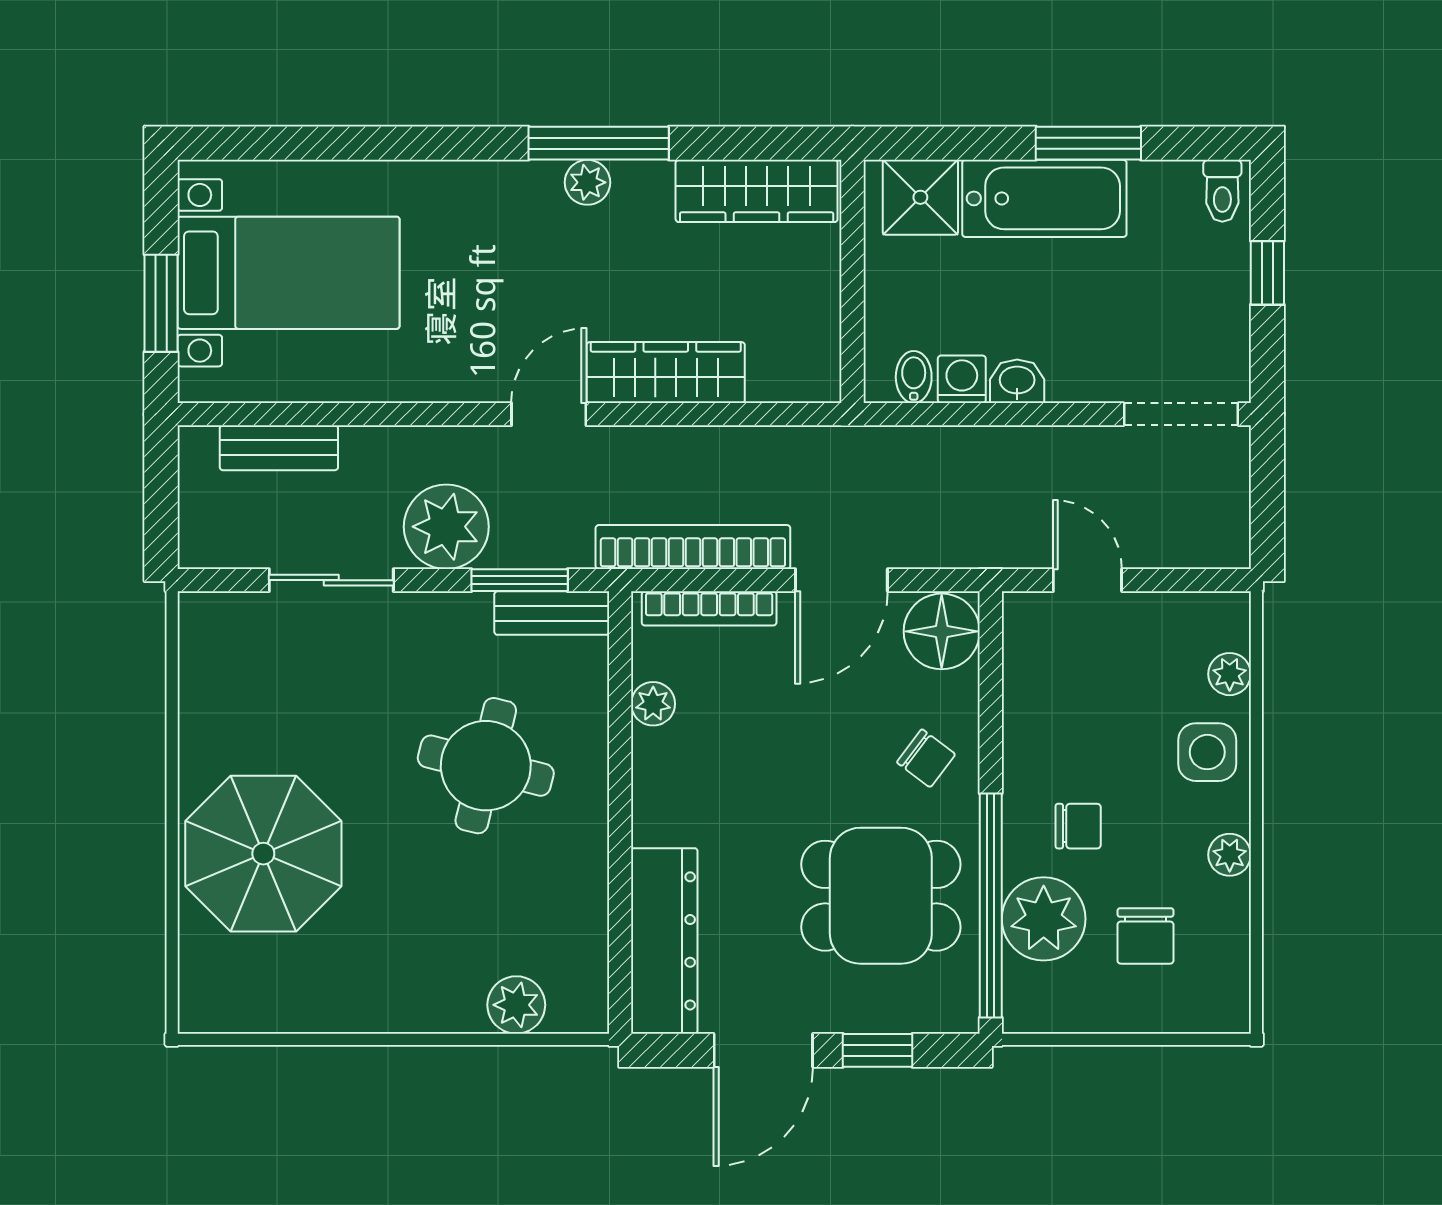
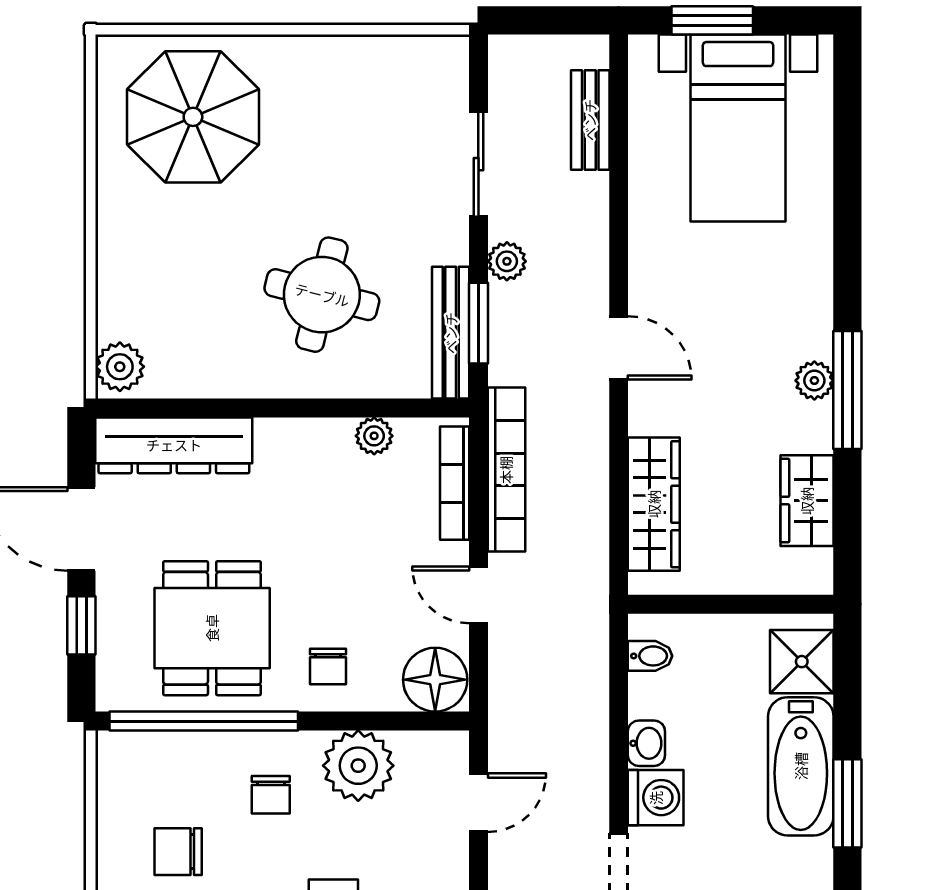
wardrobe: (757, 191) -> (807, 501), width x0.67
wardrobe: (666, 373) -> (654, 504), moved
washing machine: (962, 379) -> (656, 798), moved, width x1.38, depth x1.38
plant: (446, 527) -> (507, 261), width x0.53, depth x0.53
door: (841, 580) -> (478, 595), width x0.73
bench: (552, 613) -> (451, 333), width x1.36
chair: (926, 758) -> (328, 666), turned -37
parasol: (263, 854) -> (193, 117), moved
plant: (1044, 919) -> (358, 766), moved
plant: (516, 1005) -> (120, 367), moved

